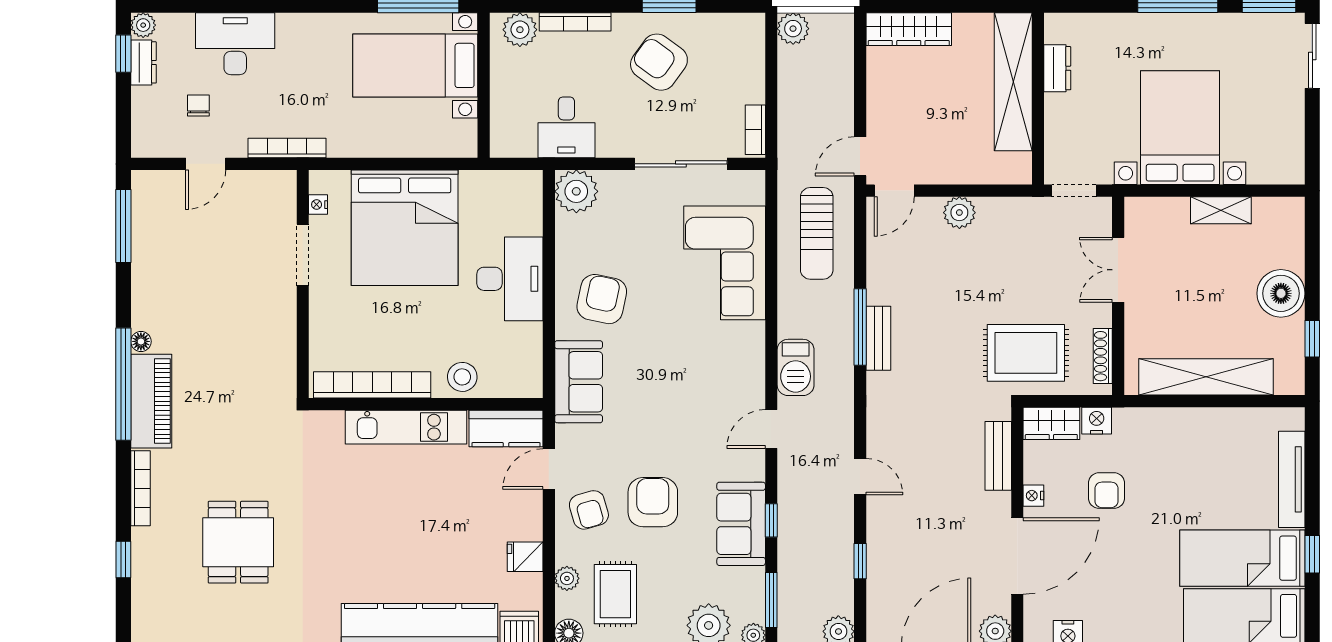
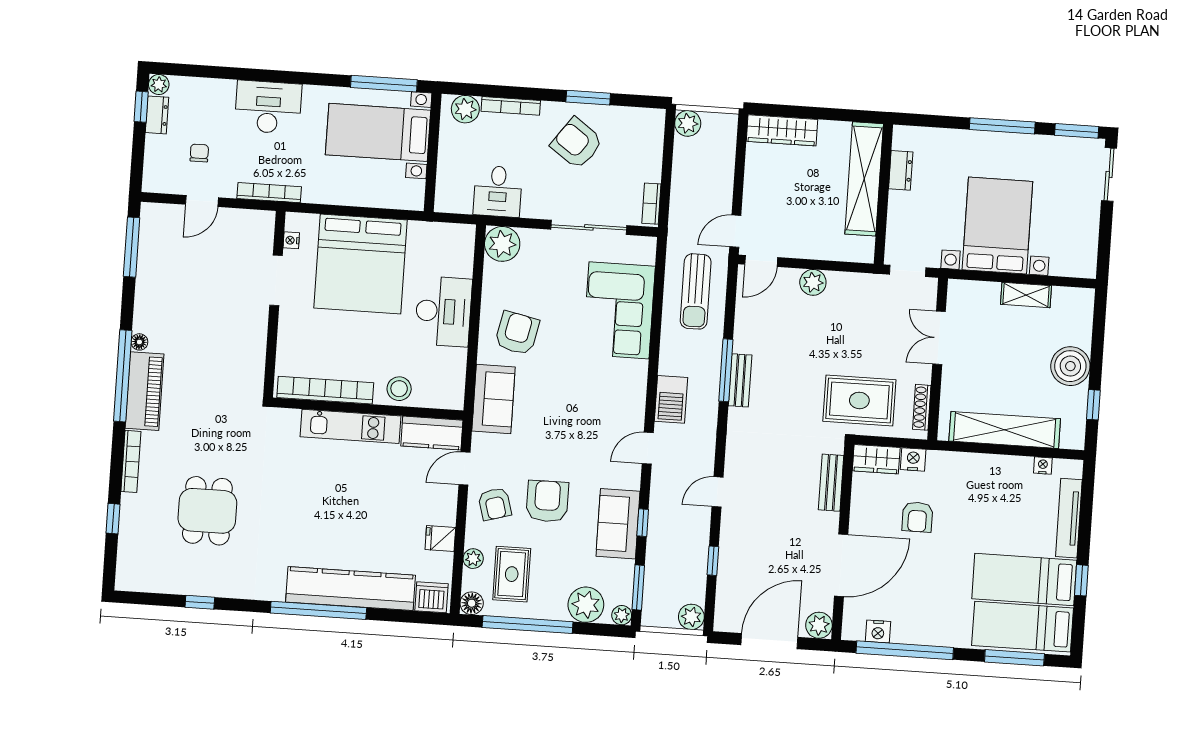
desk: (235, 44) -> (268, 107), moved
door: (860, 477) -> (718, 492), swing flipped
nightstand: (1033, 496) -> (1043, 466), moved, turned 90

